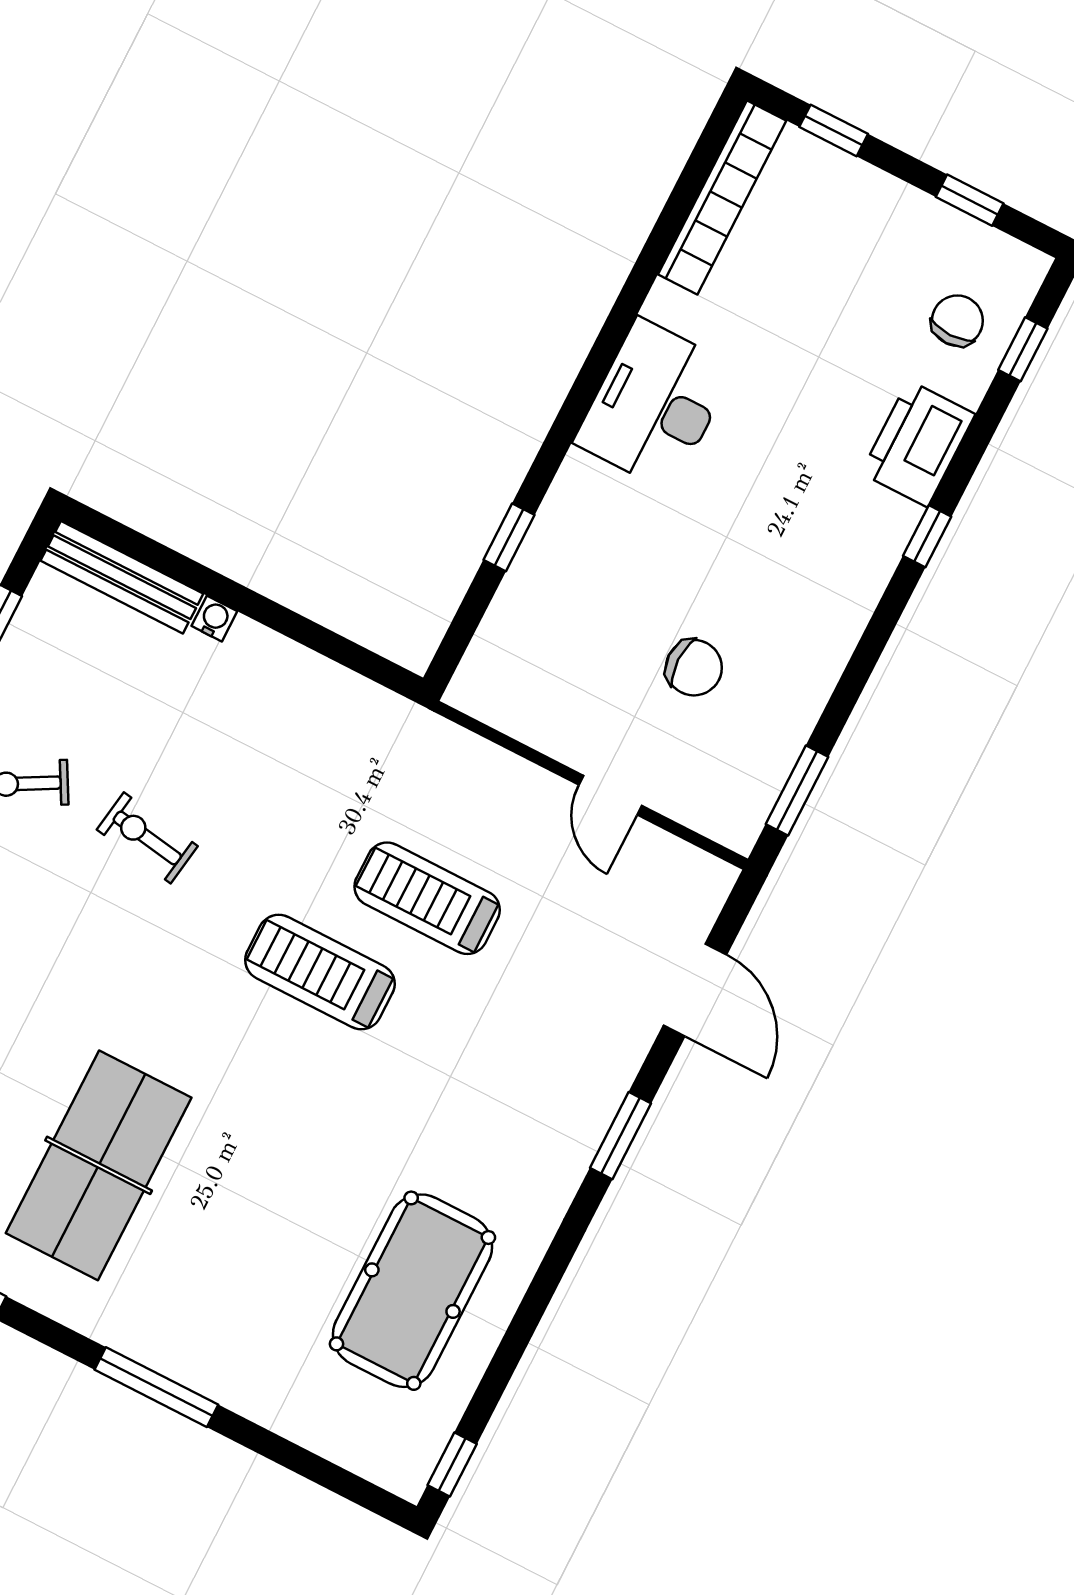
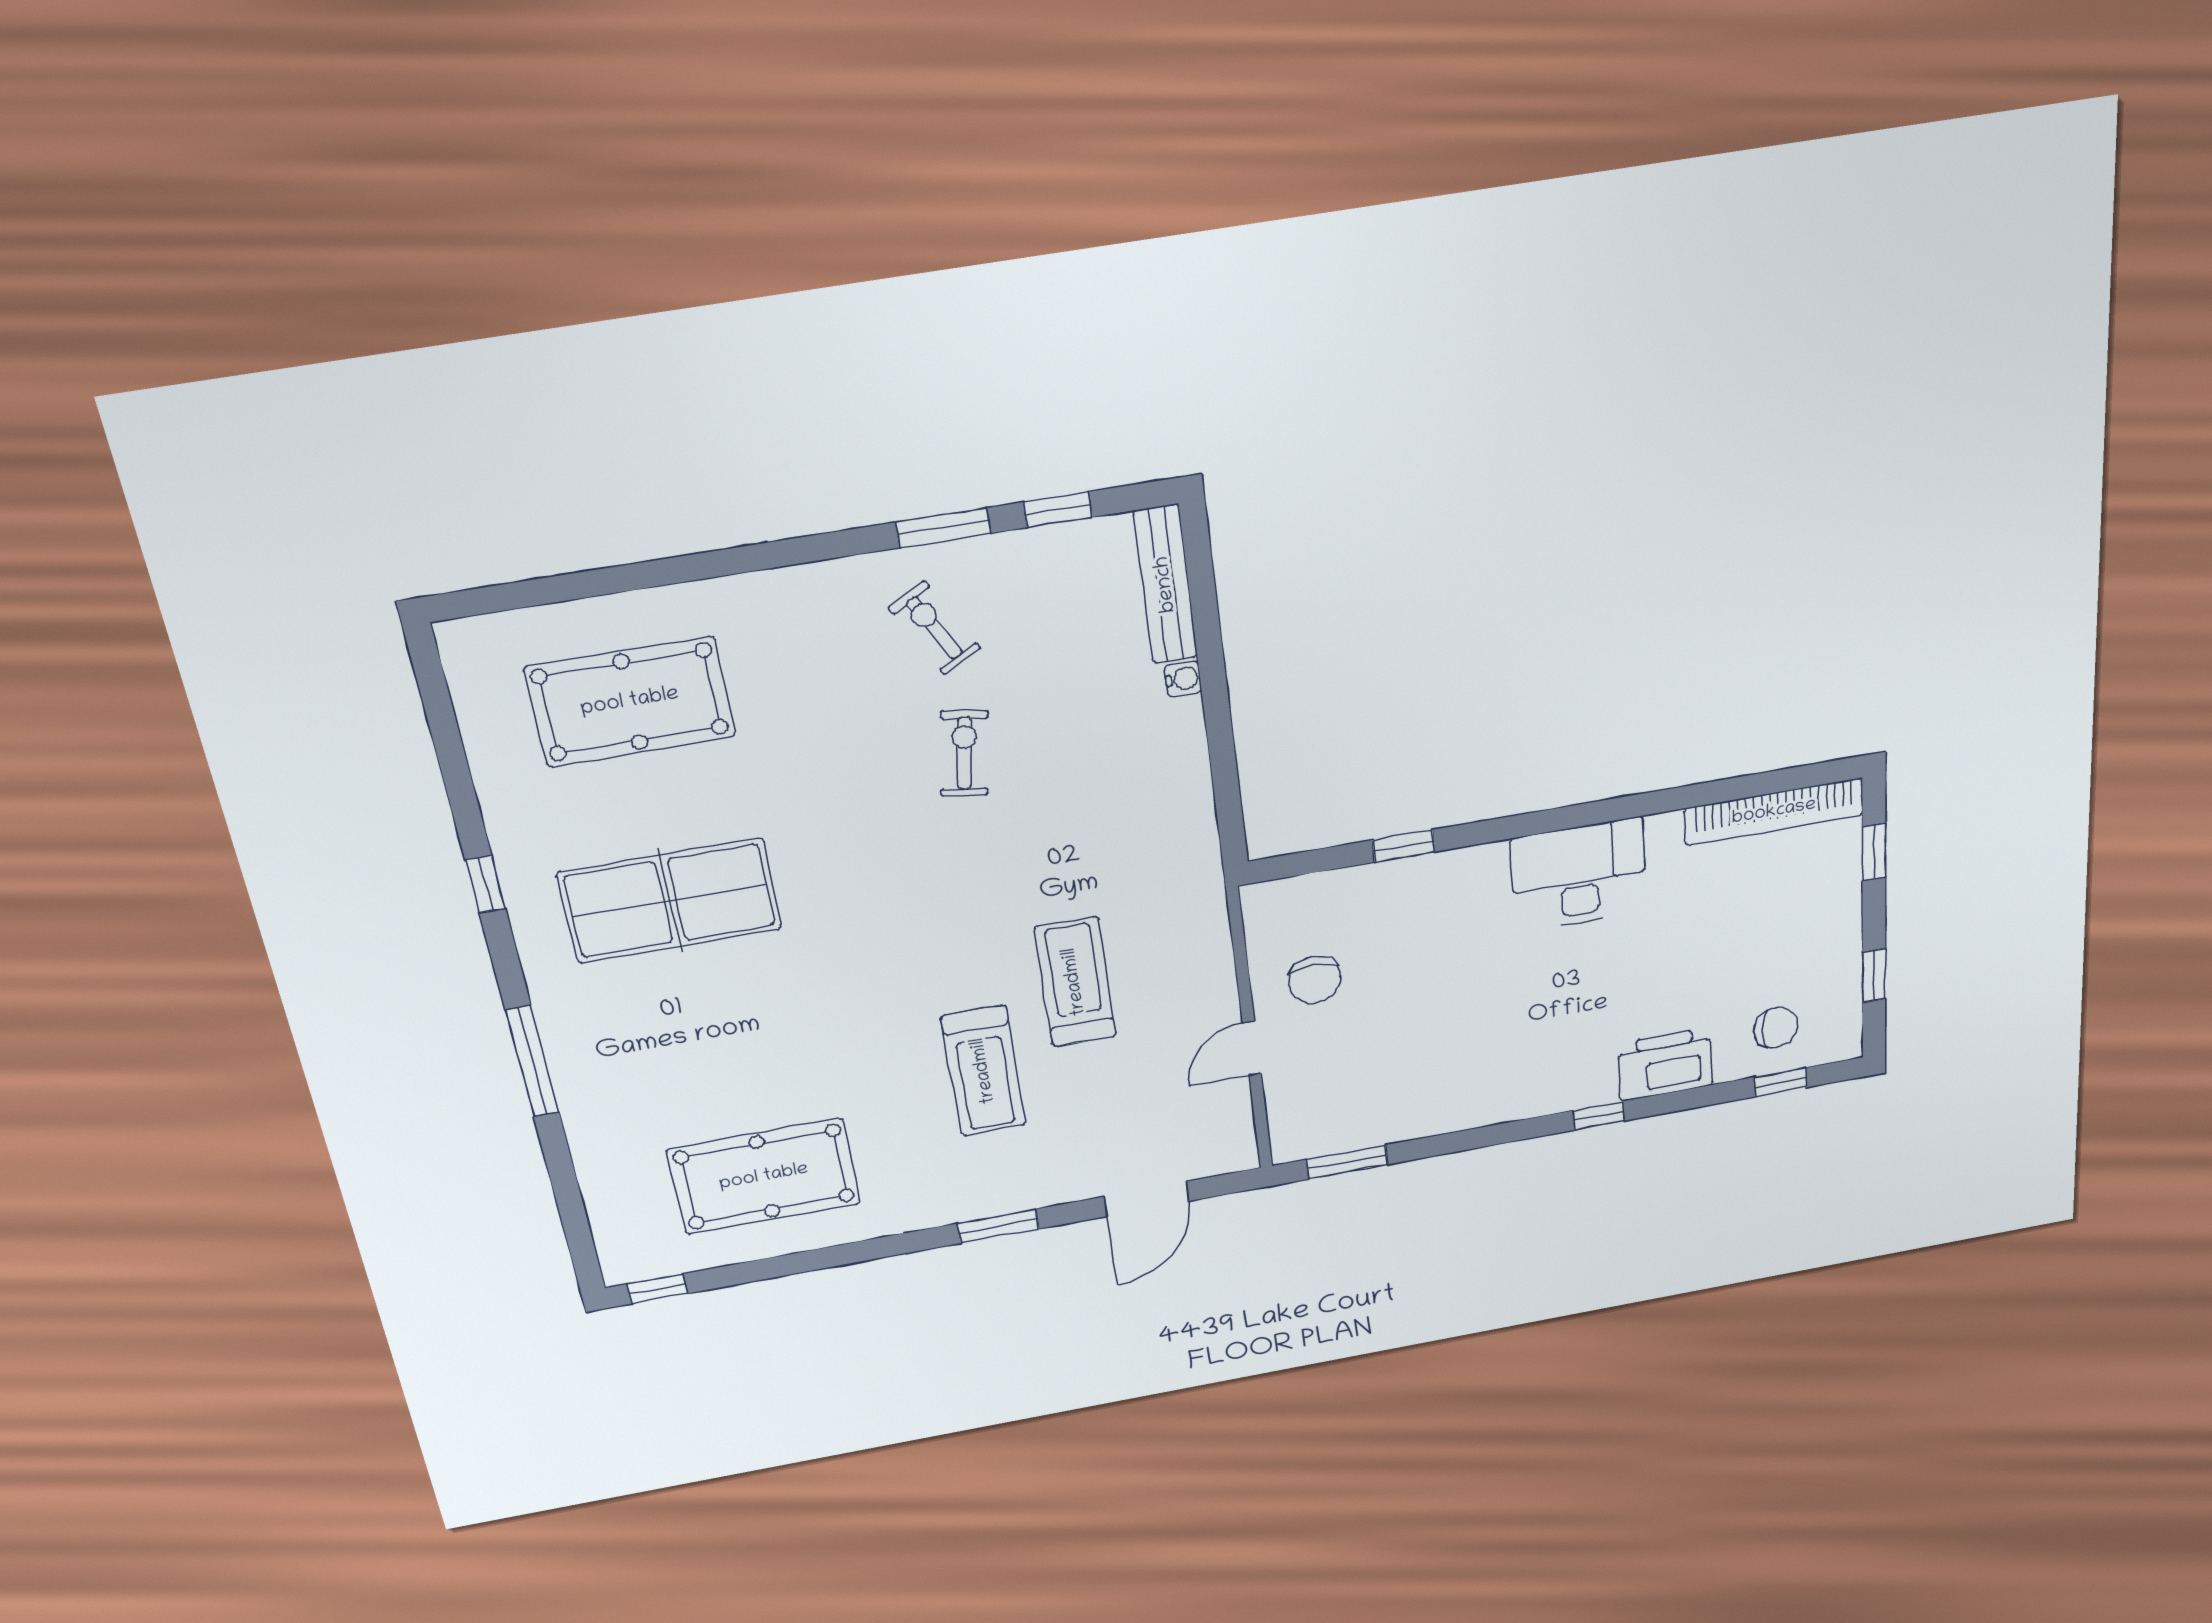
chair: (694, 668) -> (1315, 980), moved
treadmill: (320, 972) -> (984, 1071), moved, turned 180

